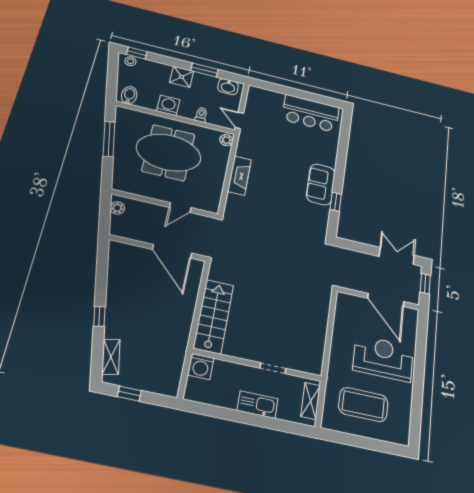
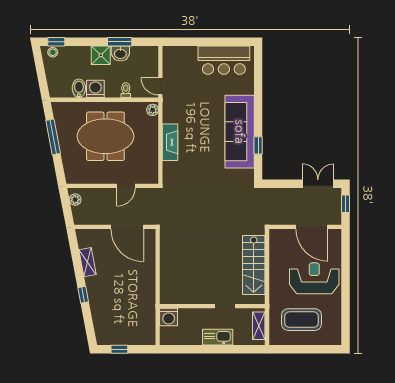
washbasin: (228, 87) -> (120, 53), moved
bidet: (129, 95) -> (79, 88), moved
sofa: (321, 184) -> (240, 132), width x1.85, depth x1.27
stairs: (213, 316) -> (254, 265), moved, turned 180
shelving: (111, 357) -> (87, 262), moved

